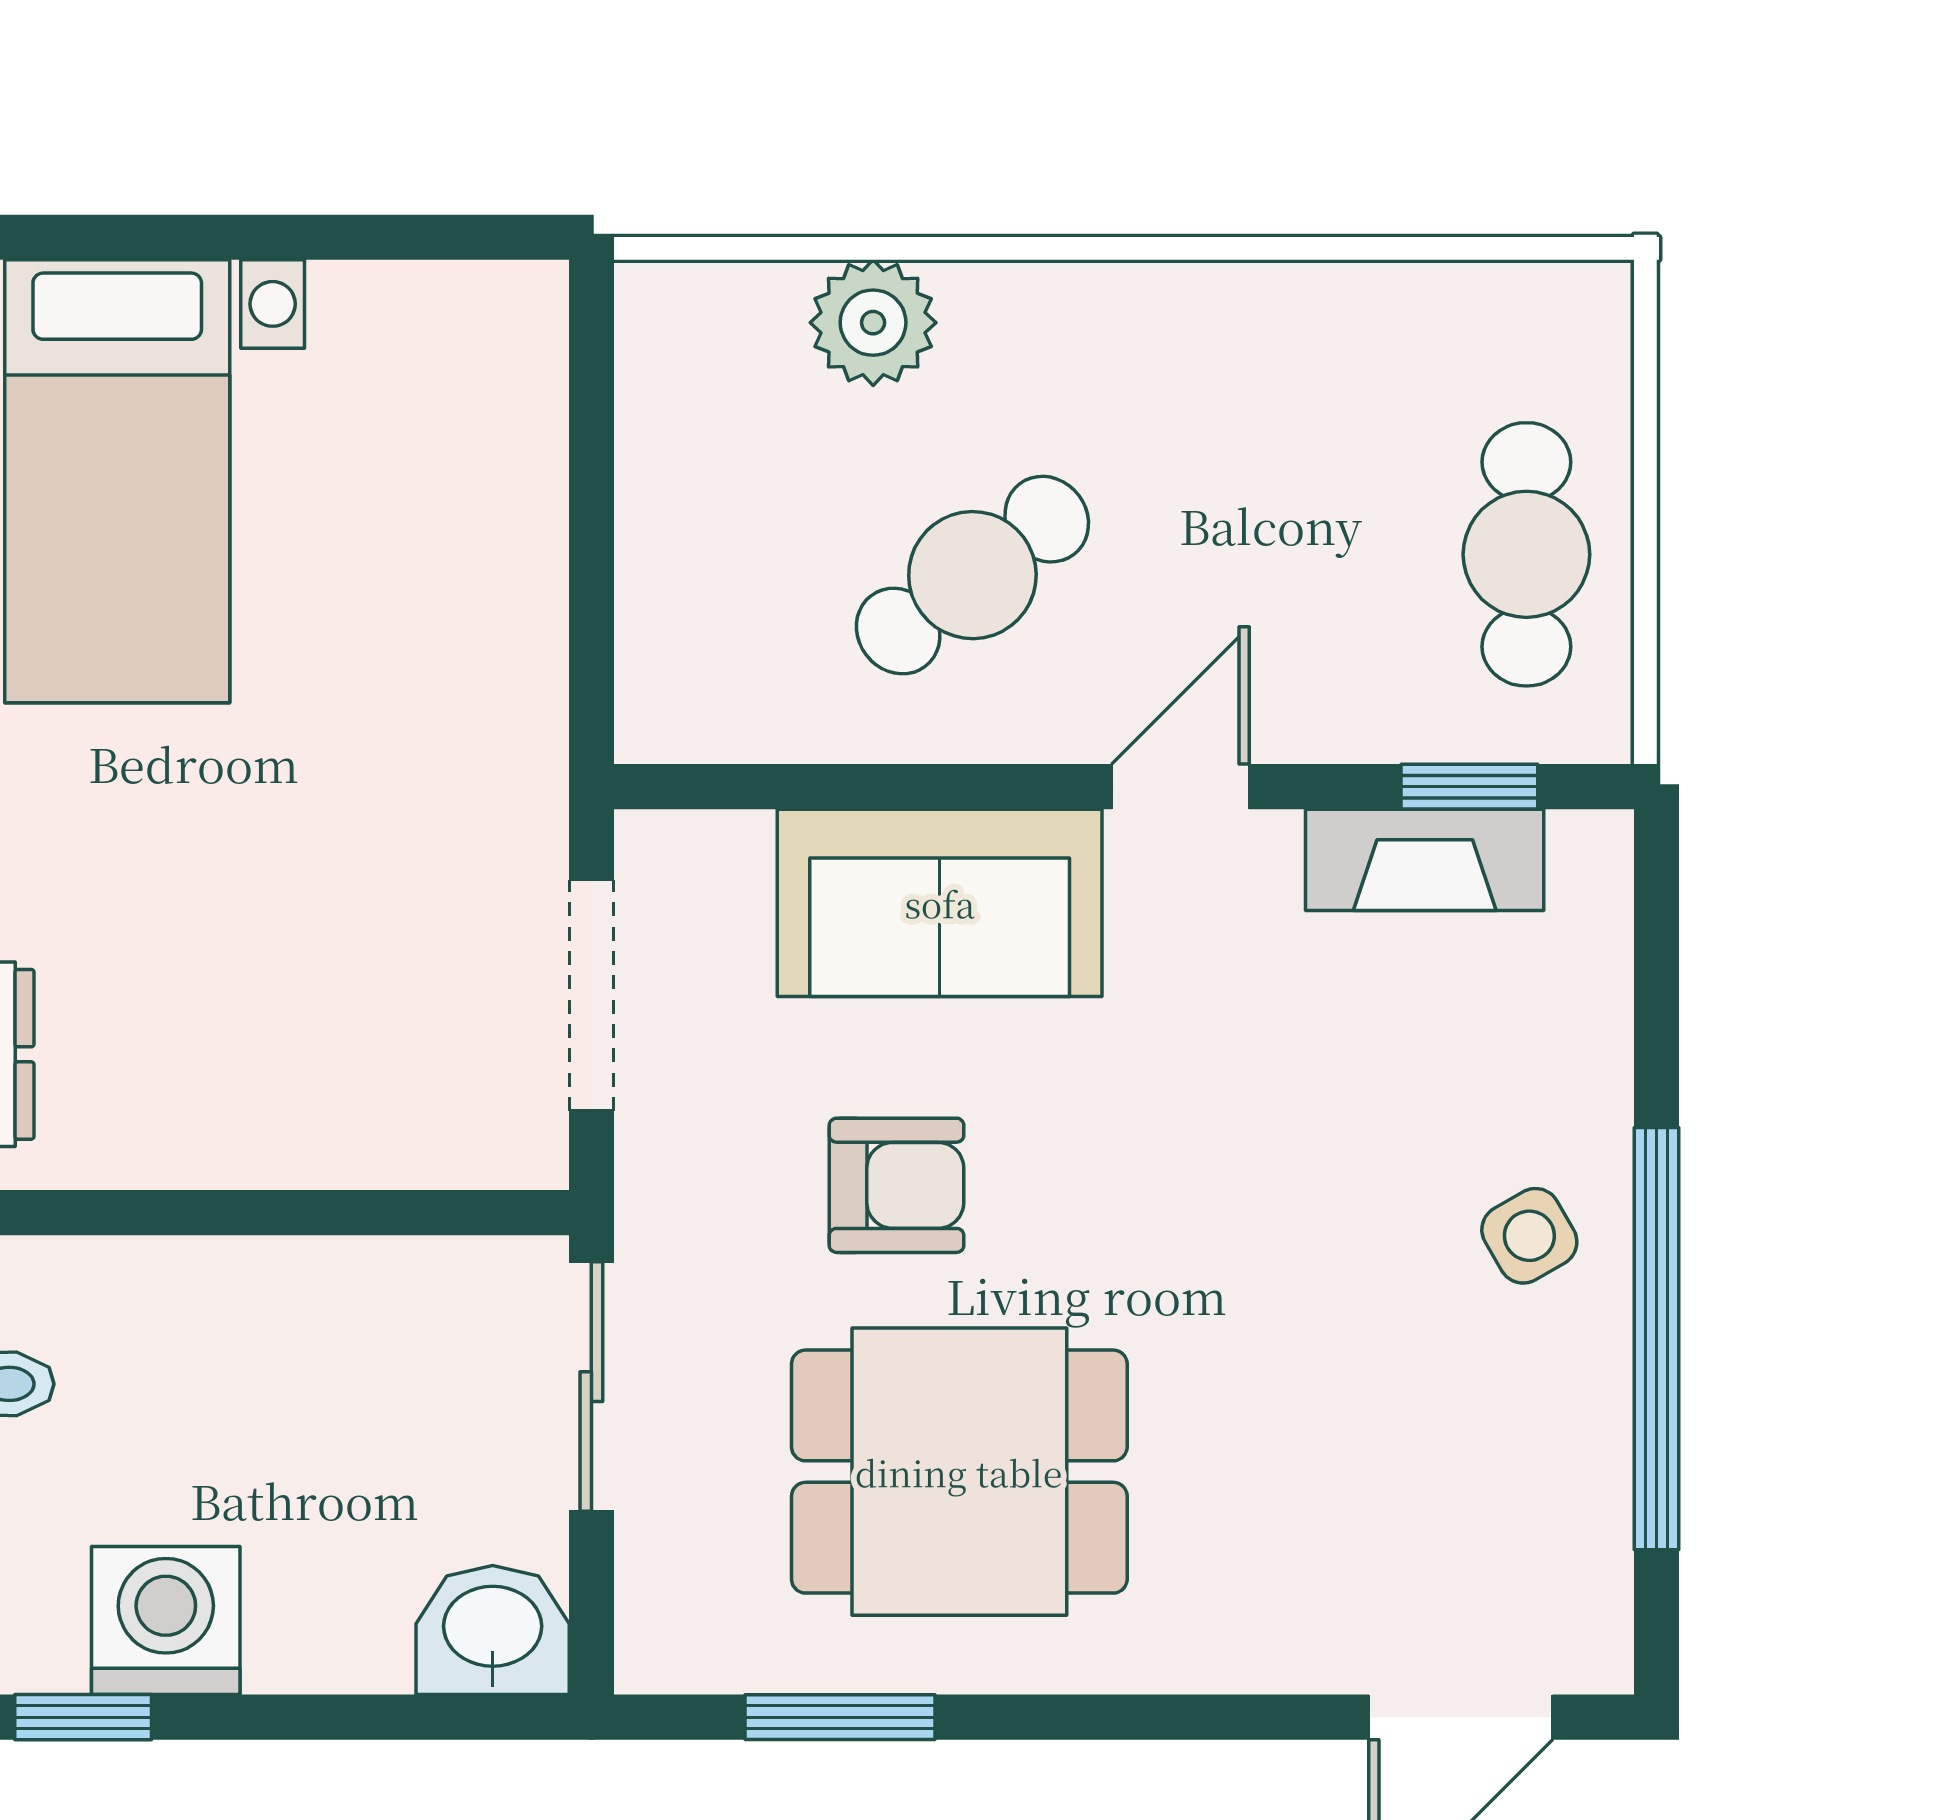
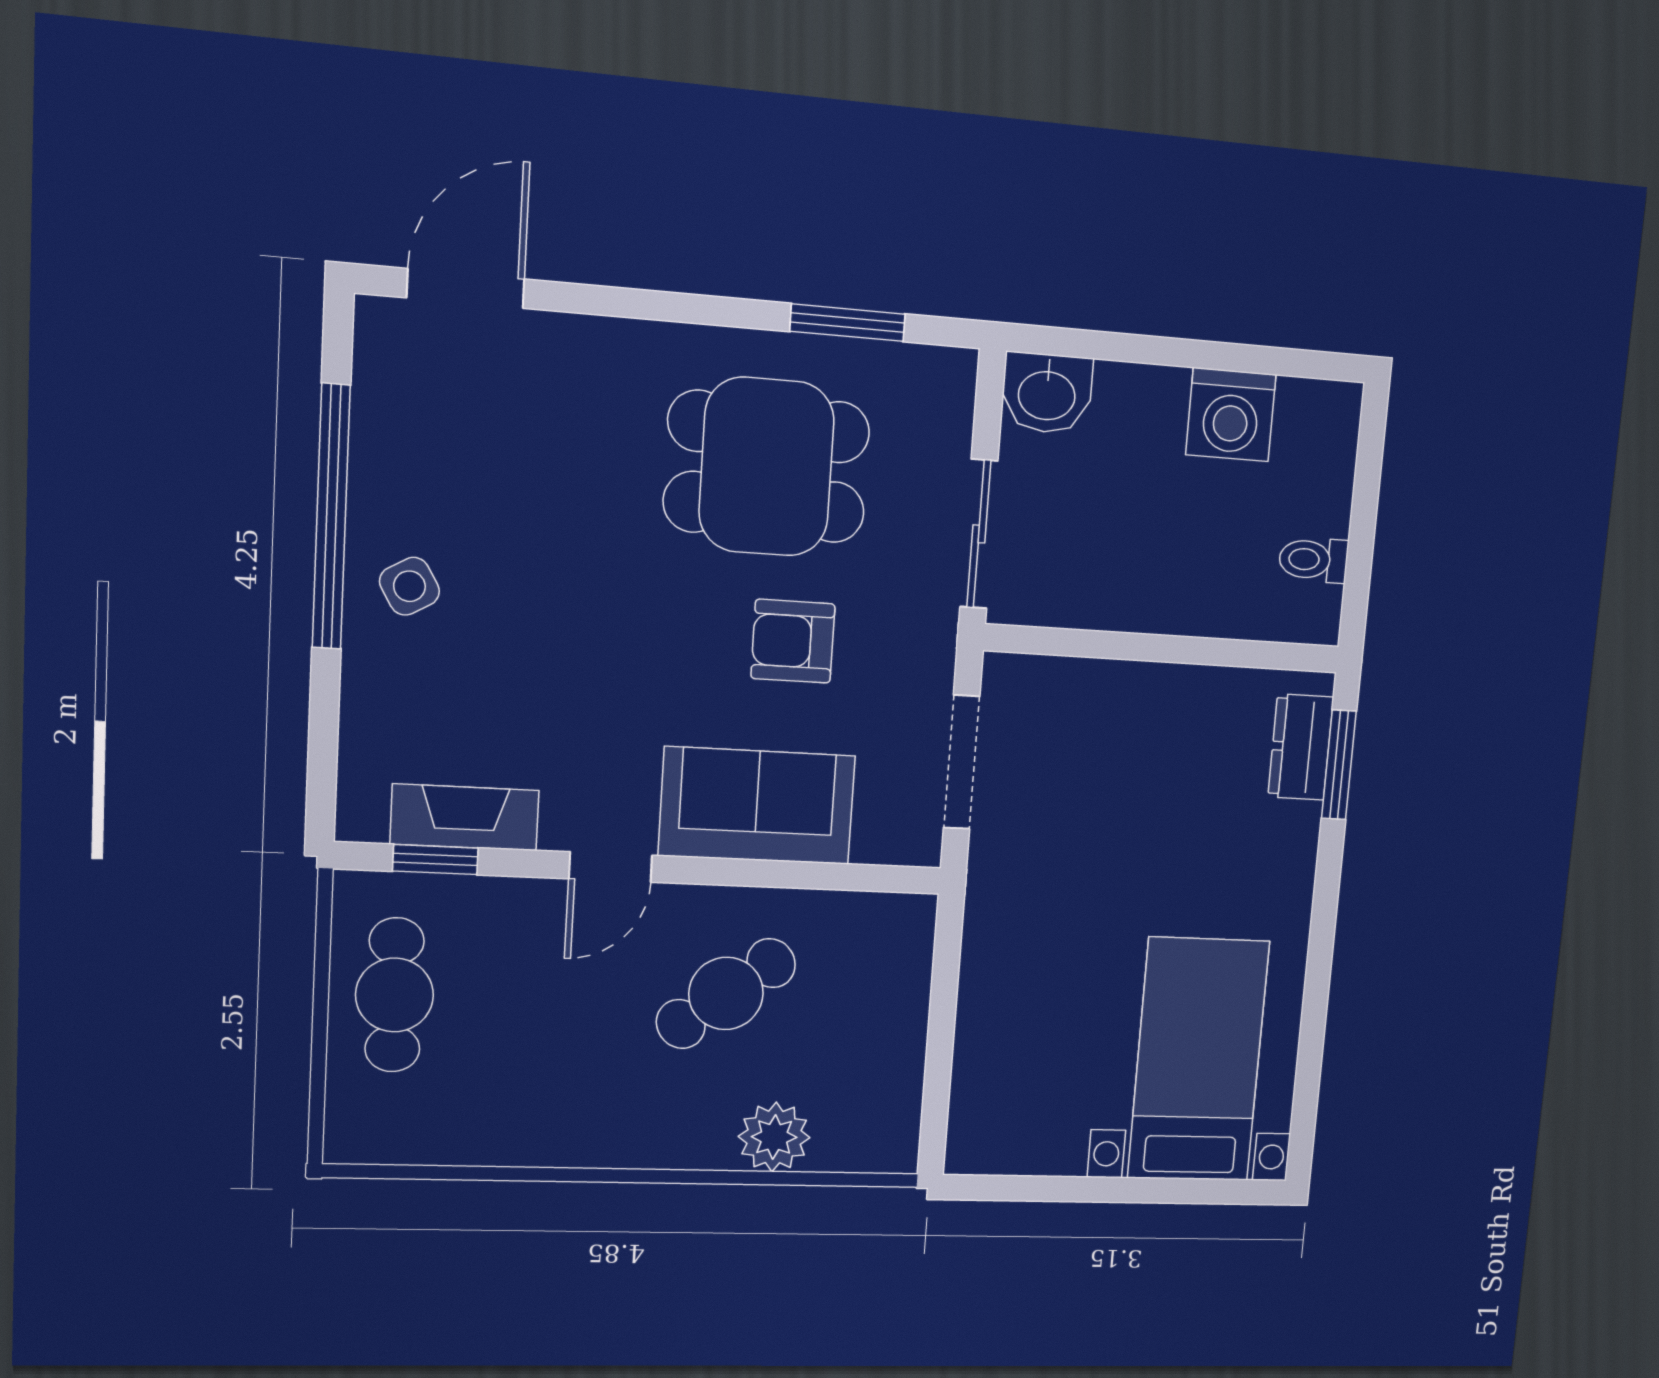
window: (83, 1717) -> (1282, 362), removed

